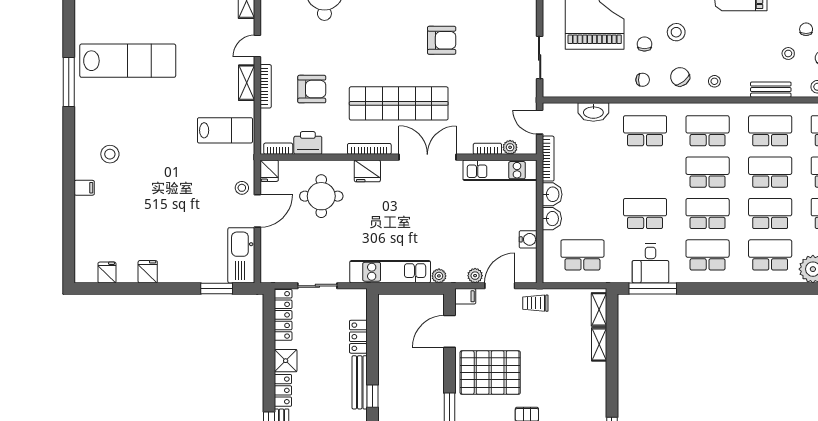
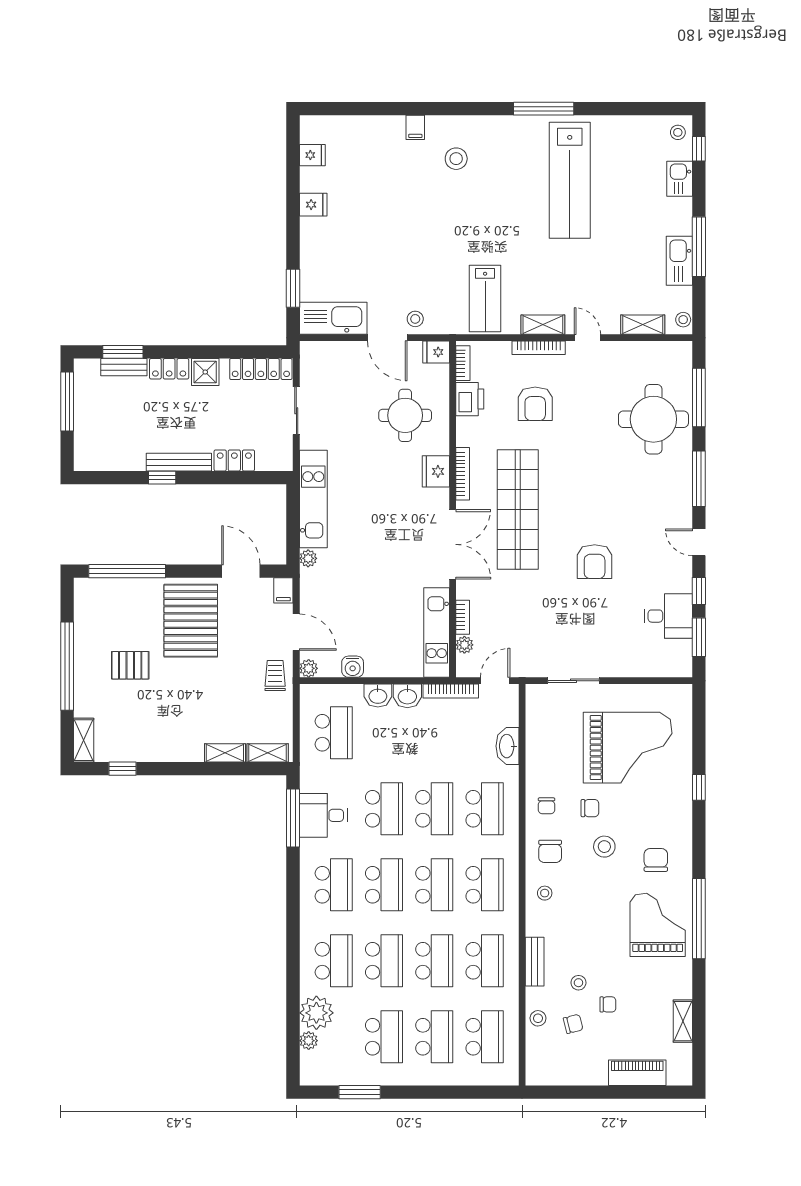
chair: (680, 77) -> (550, 851), turned 128
school desk: (645, 172) -> (434, 809), added
plant: (475, 276) -> (309, 668), moved

